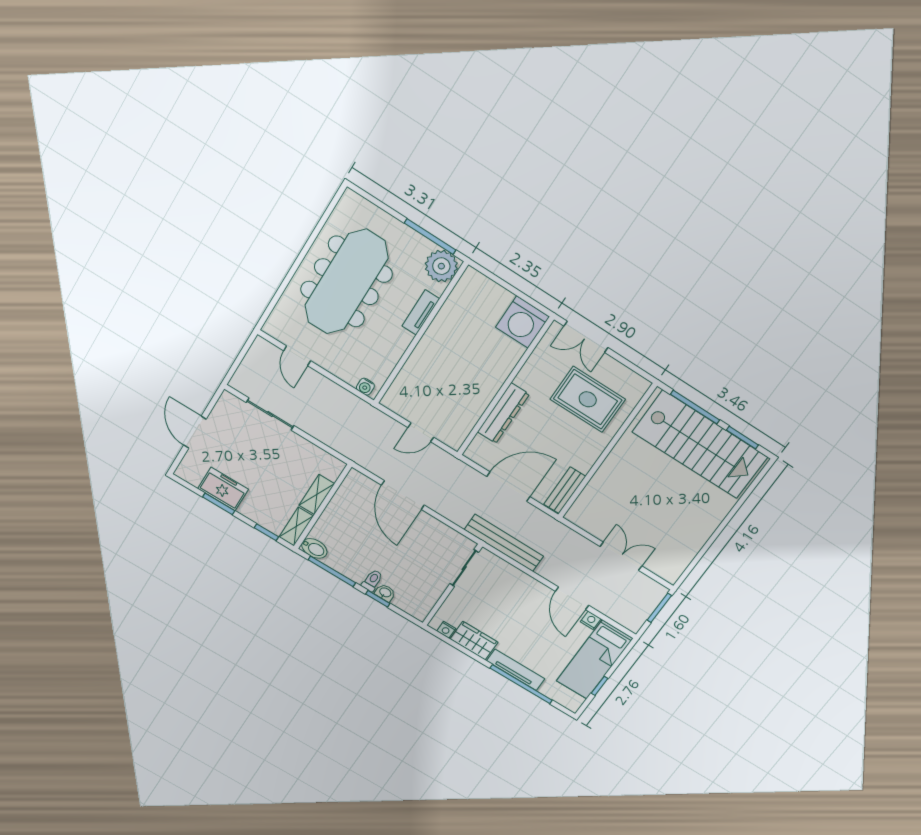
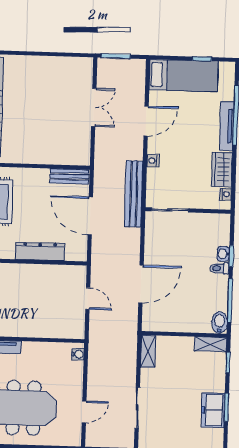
shelving: (317, 495) -> (148, 351), moved, turned 90
double door: (621, 556) -> (94, 107), swing flipped
nightstand: (591, 620) -> (153, 161), moved

